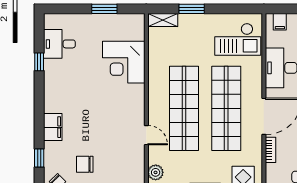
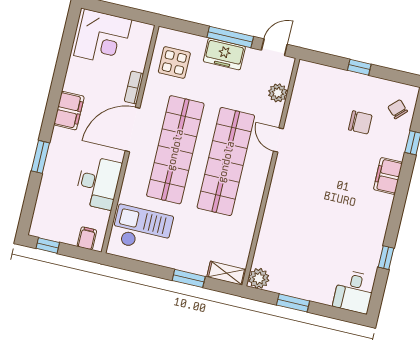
plant: (136, 22) -> (259, 278), added
desk: (59, 44) -> (354, 292), moved, turned 90
corner desk: (124, 62) -> (285, 234), removed

